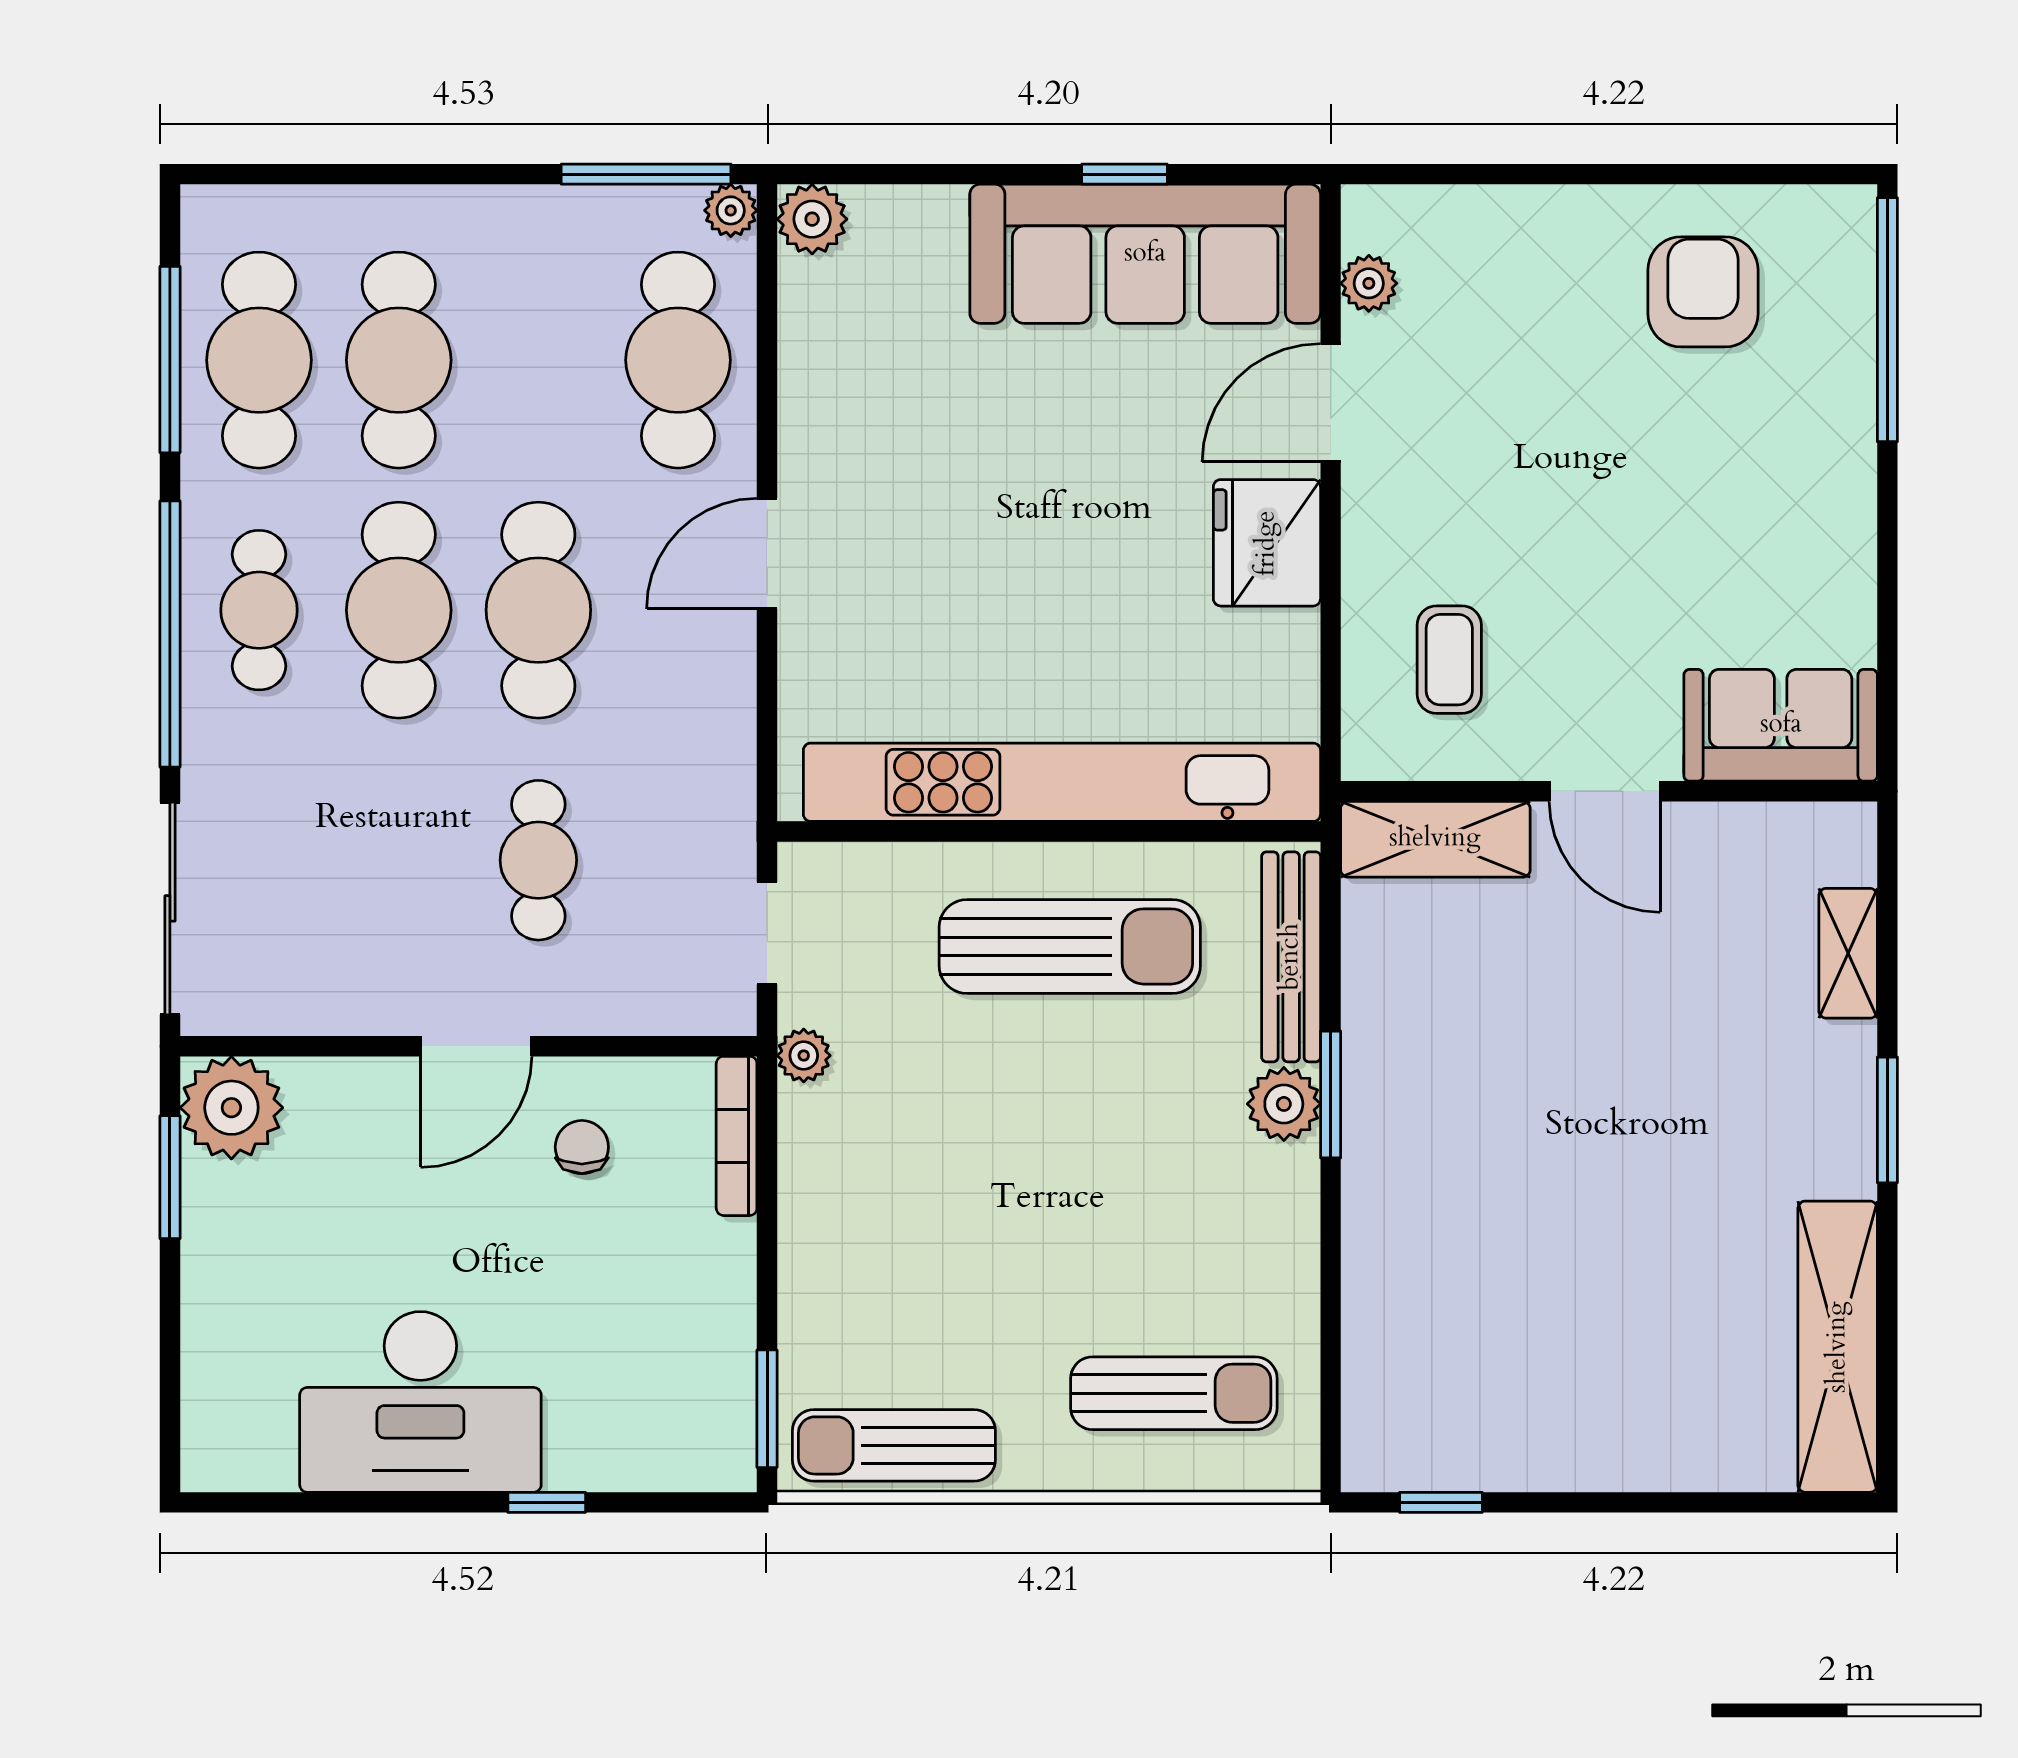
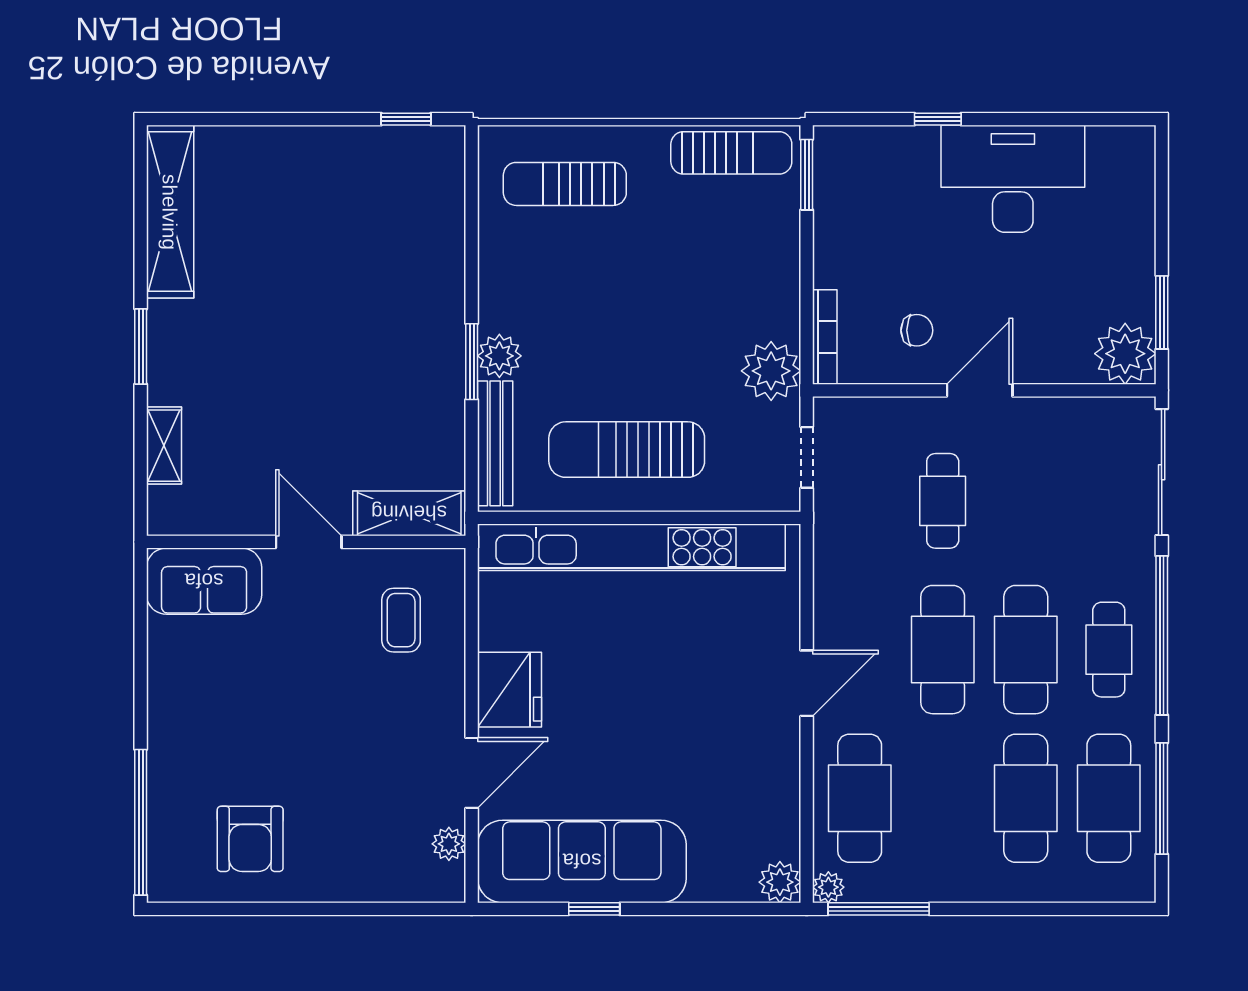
plant: (804, 1056) -> (771, 371), width x1.88, depth x1.88
chair: (582, 1147) -> (917, 330), turned -90

